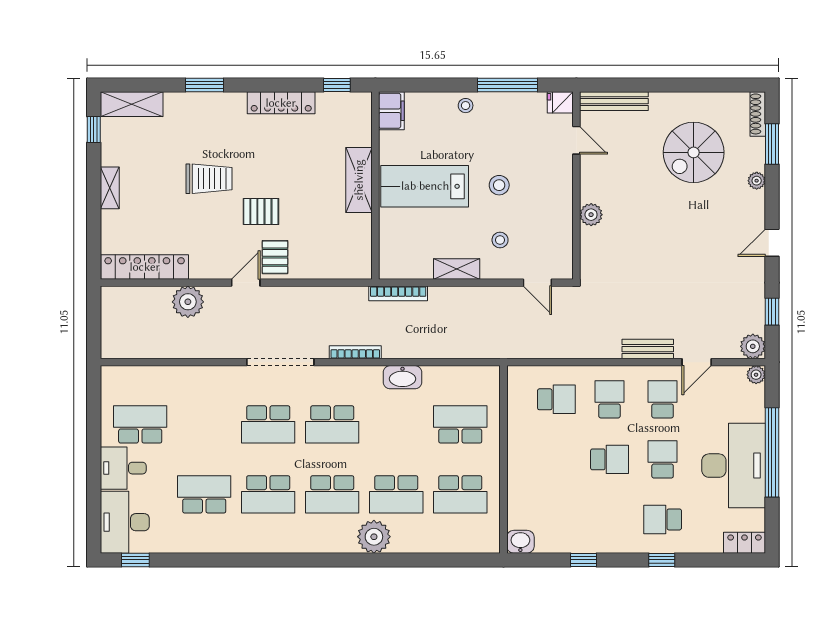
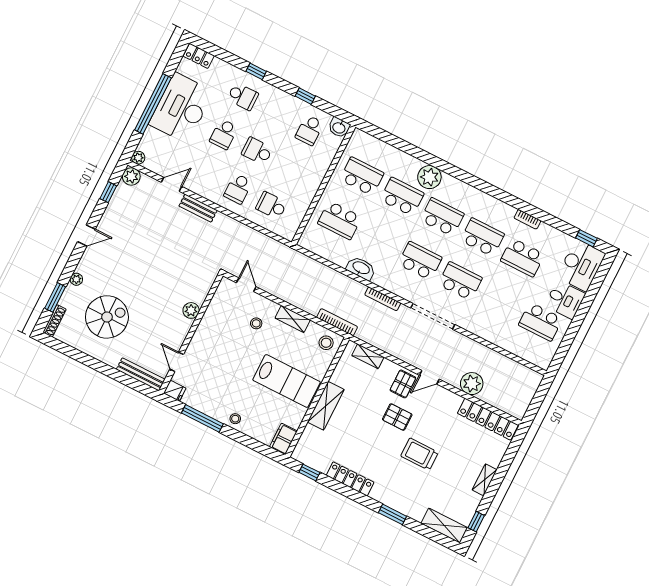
stool: (499, 185) -> (326, 343), moved
shelving: (337, 270) -> (368, 356), added
school desk: (663, 399) -> (309, 130), moved
bookcase: (222, 546) -> (527, 219), added

